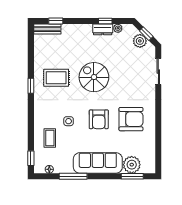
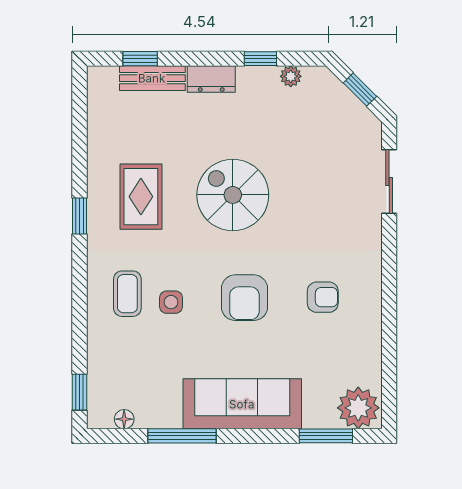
bench: (47, 29) -> (152, 78), moved
dresser: (103, 29) -> (211, 79), moved
plant: (140, 41) -> (344, 107), removed
rug: (56, 78) -> (141, 197), turned 90
armchair: (131, 119) -> (323, 297), width x0.53, depth x0.53
coffee table: (50, 138) -> (127, 294), moved
plant: (132, 165) -> (358, 408), moved

